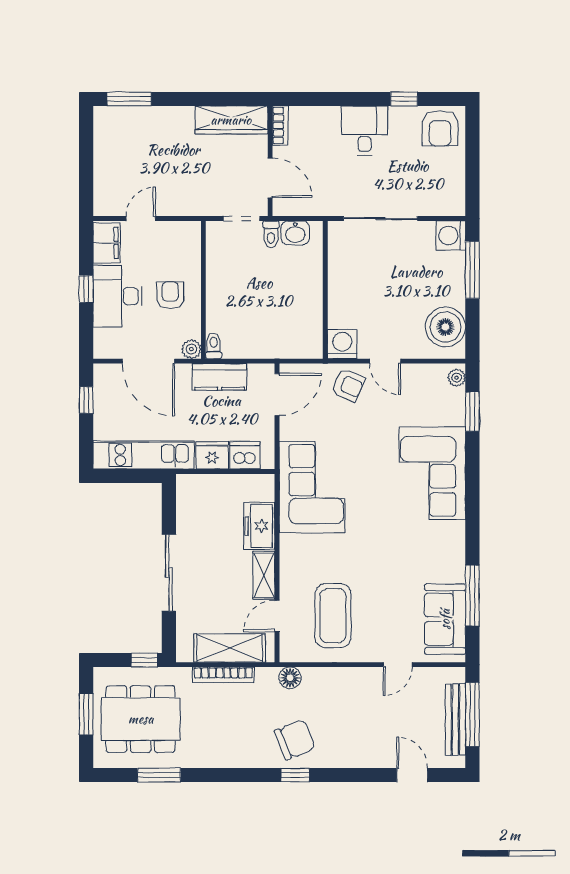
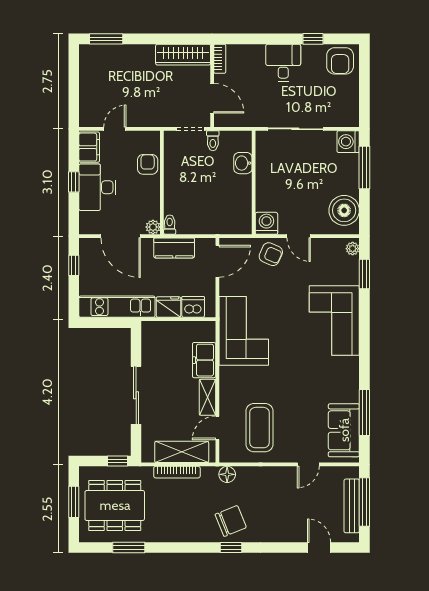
washbasin: (295, 233) -> (243, 163), moved, turned 90
armchair: (170, 295) -> (148, 164), moved

